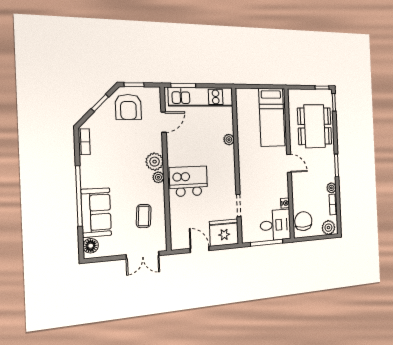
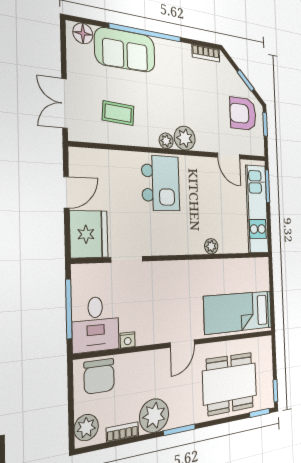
plant: (331, 188) -> (154, 416), width x1.88, depth x1.88
chair: (303, 221) -> (99, 376), turned 91

